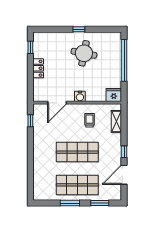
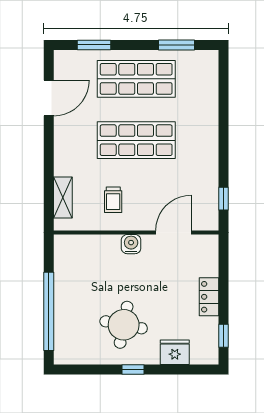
fridge: (114, 95) -> (175, 352), moved, turned 180
window: (124, 152) -> (49, 141), removed
window: (70, 203) -> (176, 45), moved

